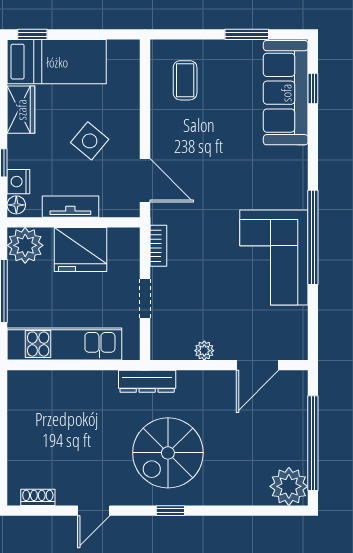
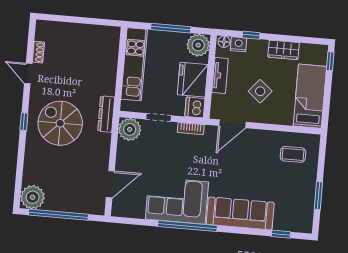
bed: (57, 62) -> (310, 96), moved, turned 180
sofa: (286, 93) -> (240, 213), moved
dishwasher: (124, 242) -> (195, 107), added
plant: (204, 351) -> (130, 129), moved, width x1.87, depth x1.87
door: (257, 365) -> (110, 184), swing flipped
shoe rack: (38, 497) -> (38, 52), moved

